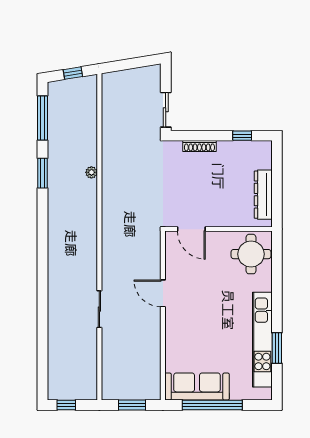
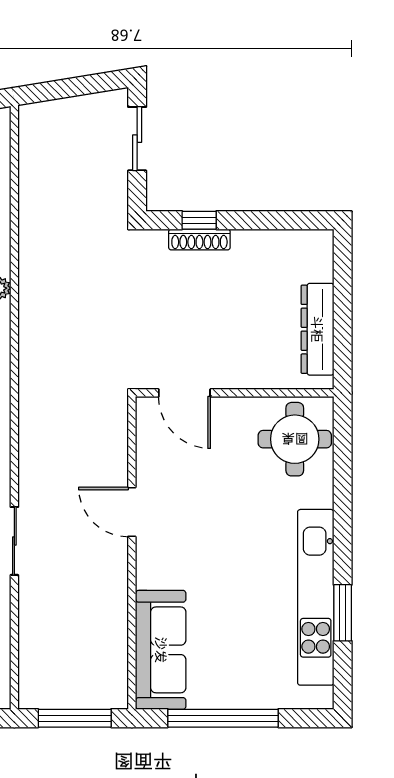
sliding door: (166, 110) -> (137, 139), moved
window: (242, 136) -> (199, 220), moved
sofa: (197, 387) -> (161, 650), moved, turned 90
window: (132, 405) -> (75, 718), width x1.44

